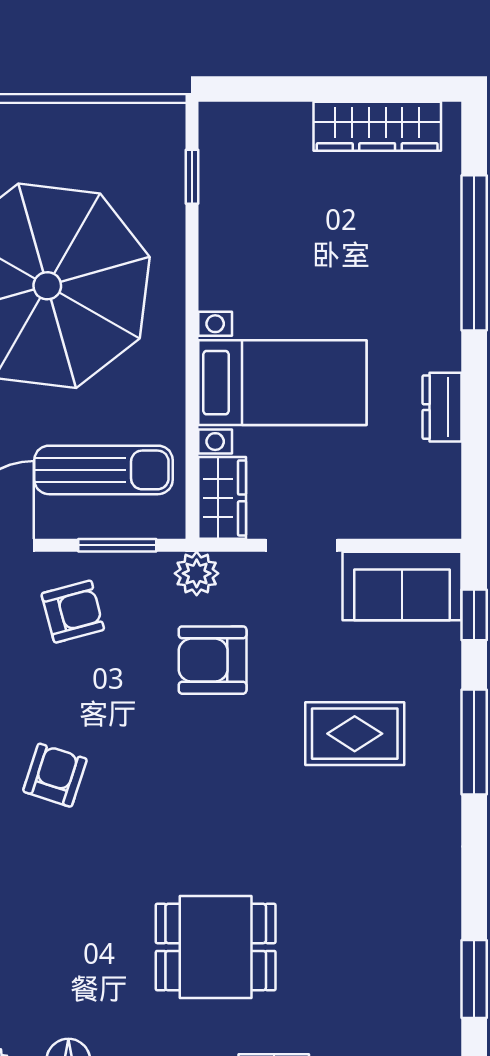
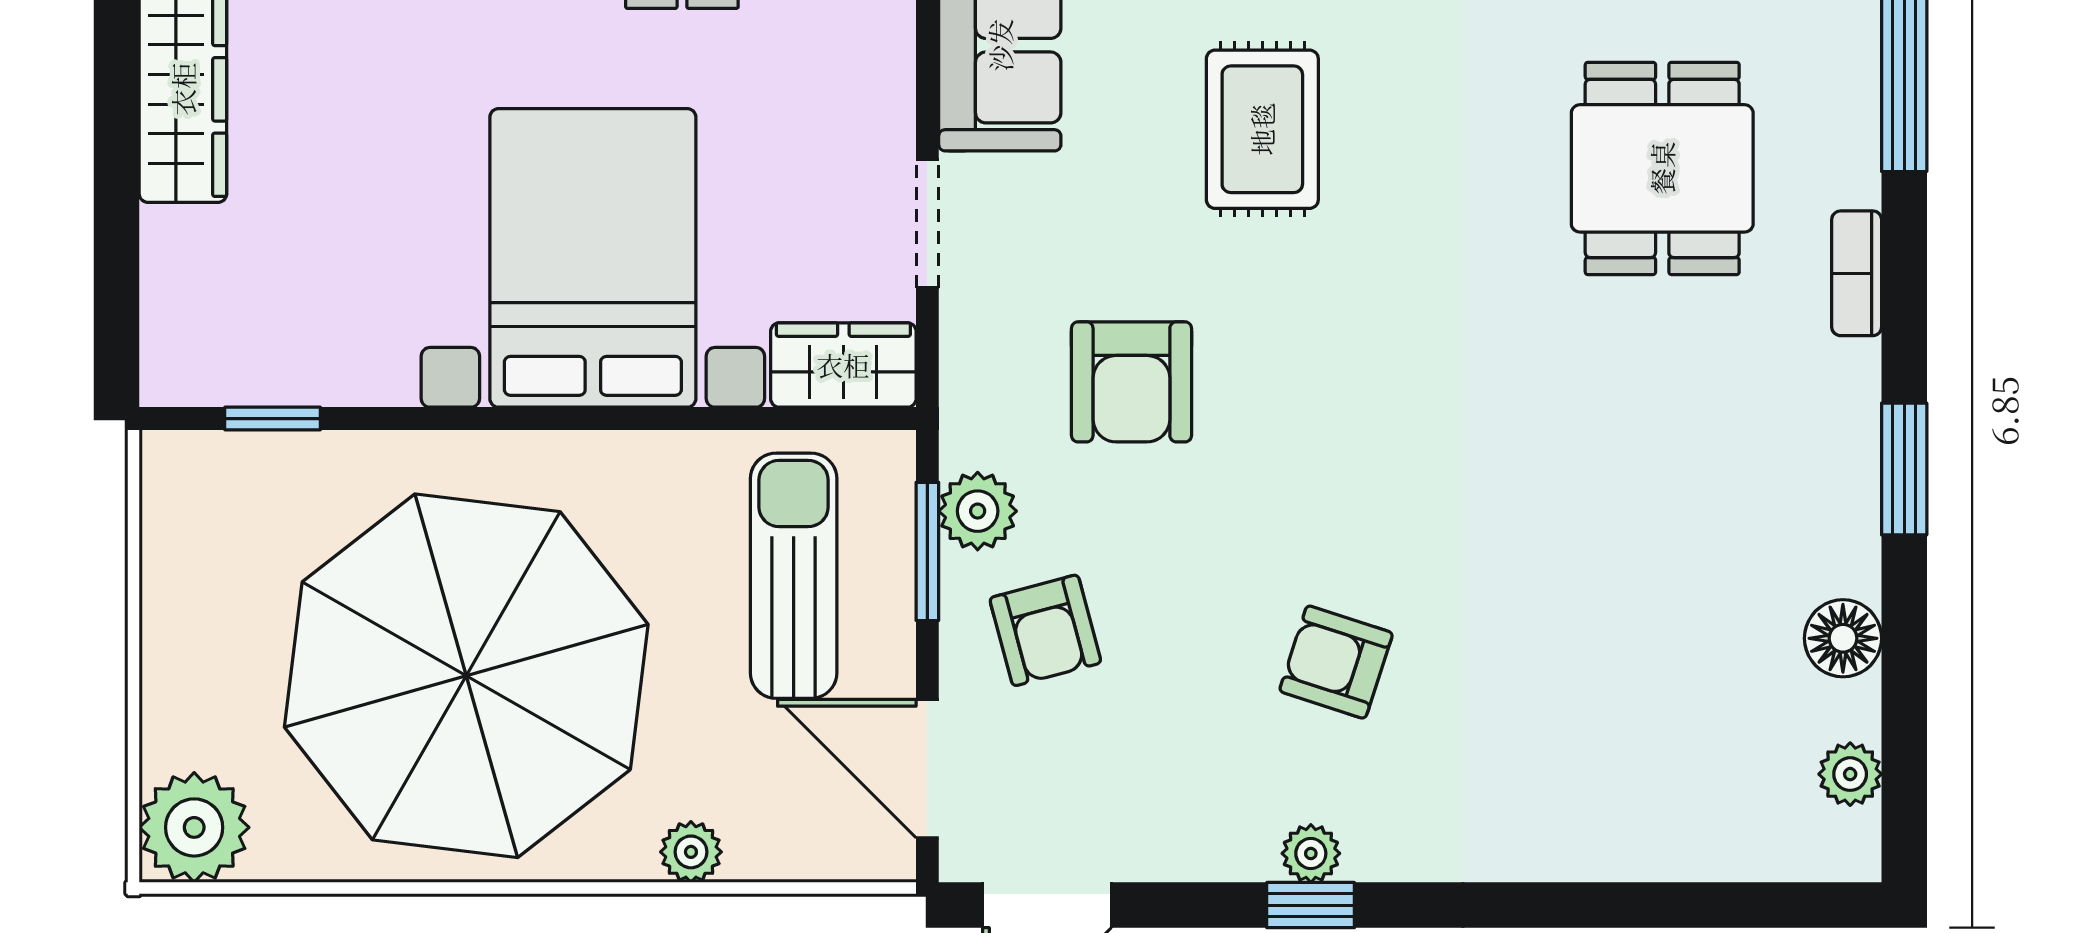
bed with nightstands: (282, 383) -> (593, 258), width x1.36
plant: (197, 573) -> (978, 511), moved
armchair: (73, 612) -> (1045, 630), turned 180
dining table: (216, 947) -> (1662, 168), moved

